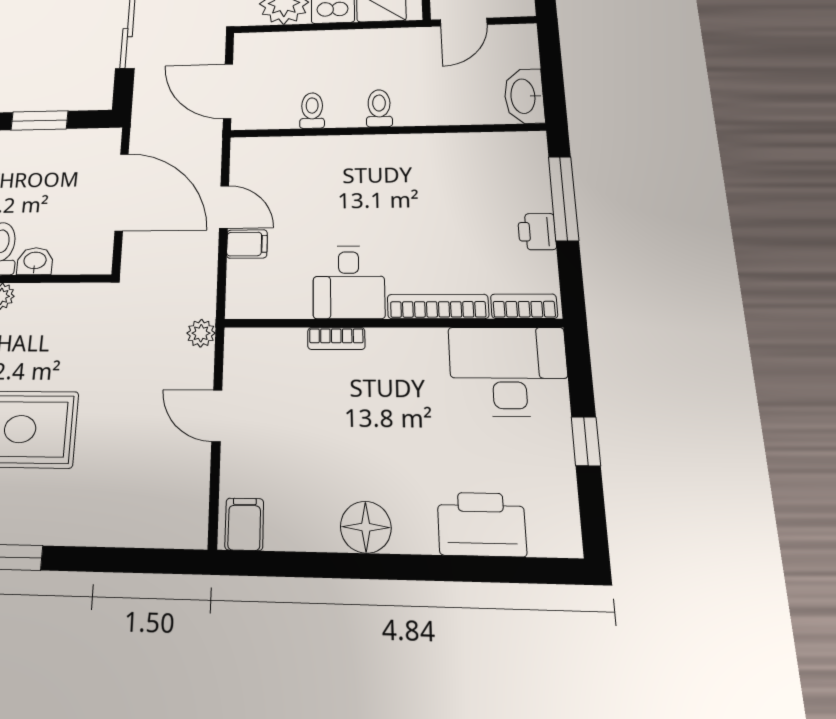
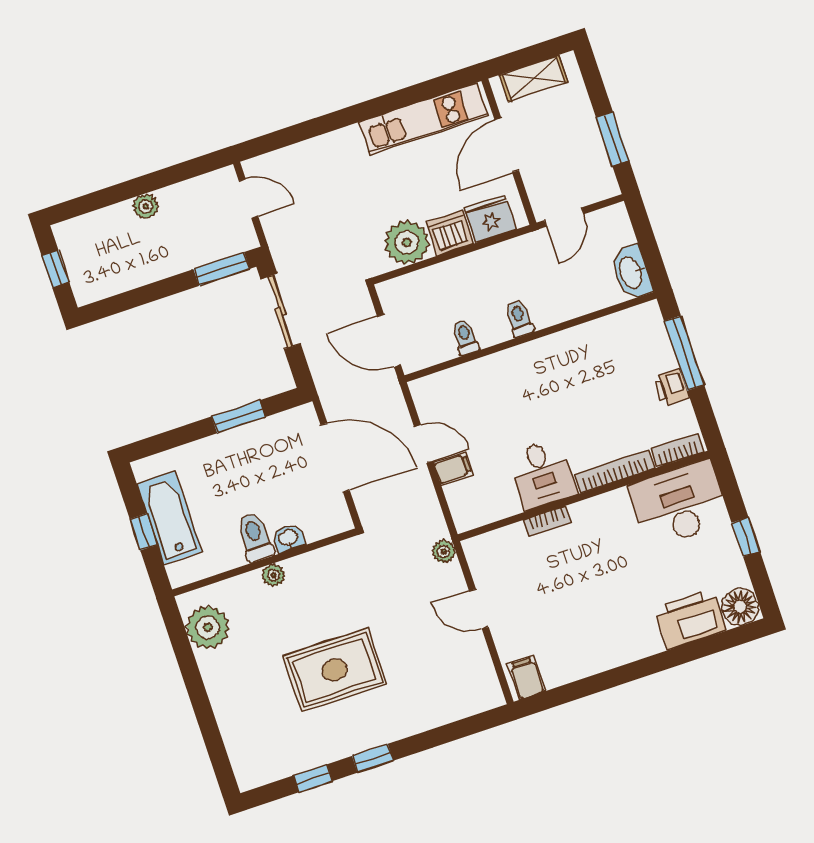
floor lamp: (366, 527) -> (740, 607), moved

